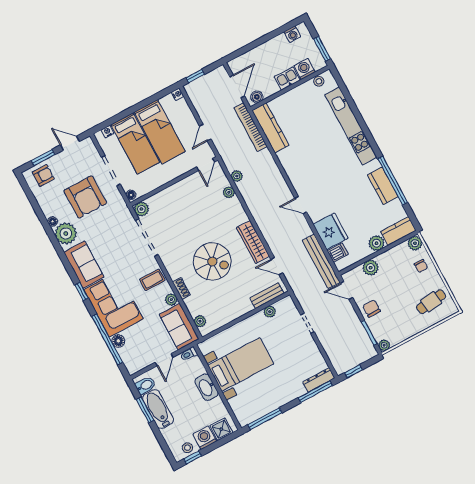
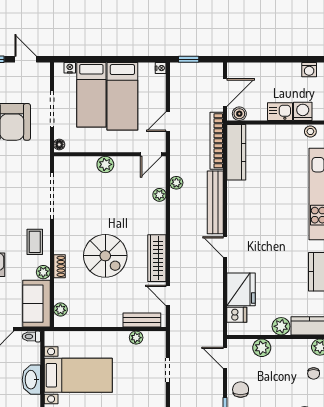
plant: (141, 209) -> (105, 164), moved
bench: (321, 261) -> (215, 202), moved
coffee table: (152, 280) -> (35, 242), turned 90

